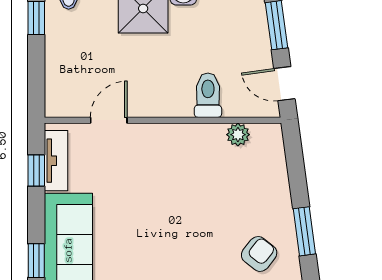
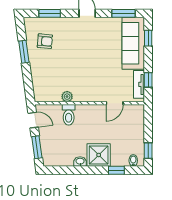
plant: (238, 135) -> (67, 97), moved
armchair: (259, 254) -> (45, 41), turned -123

